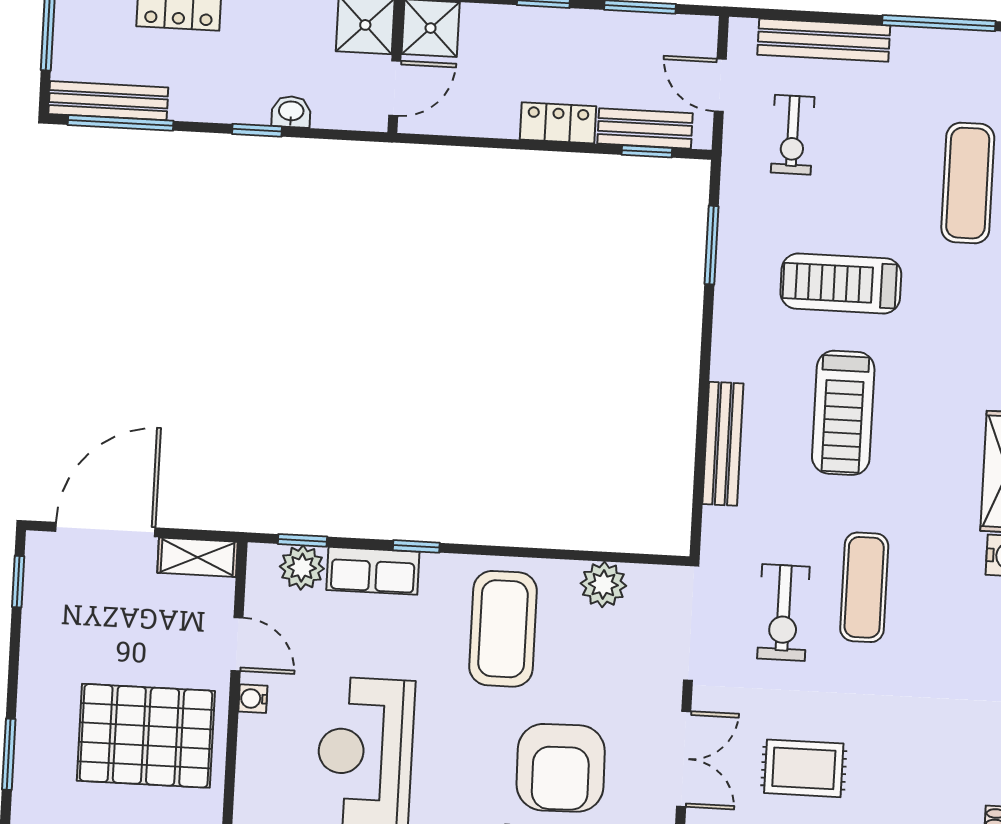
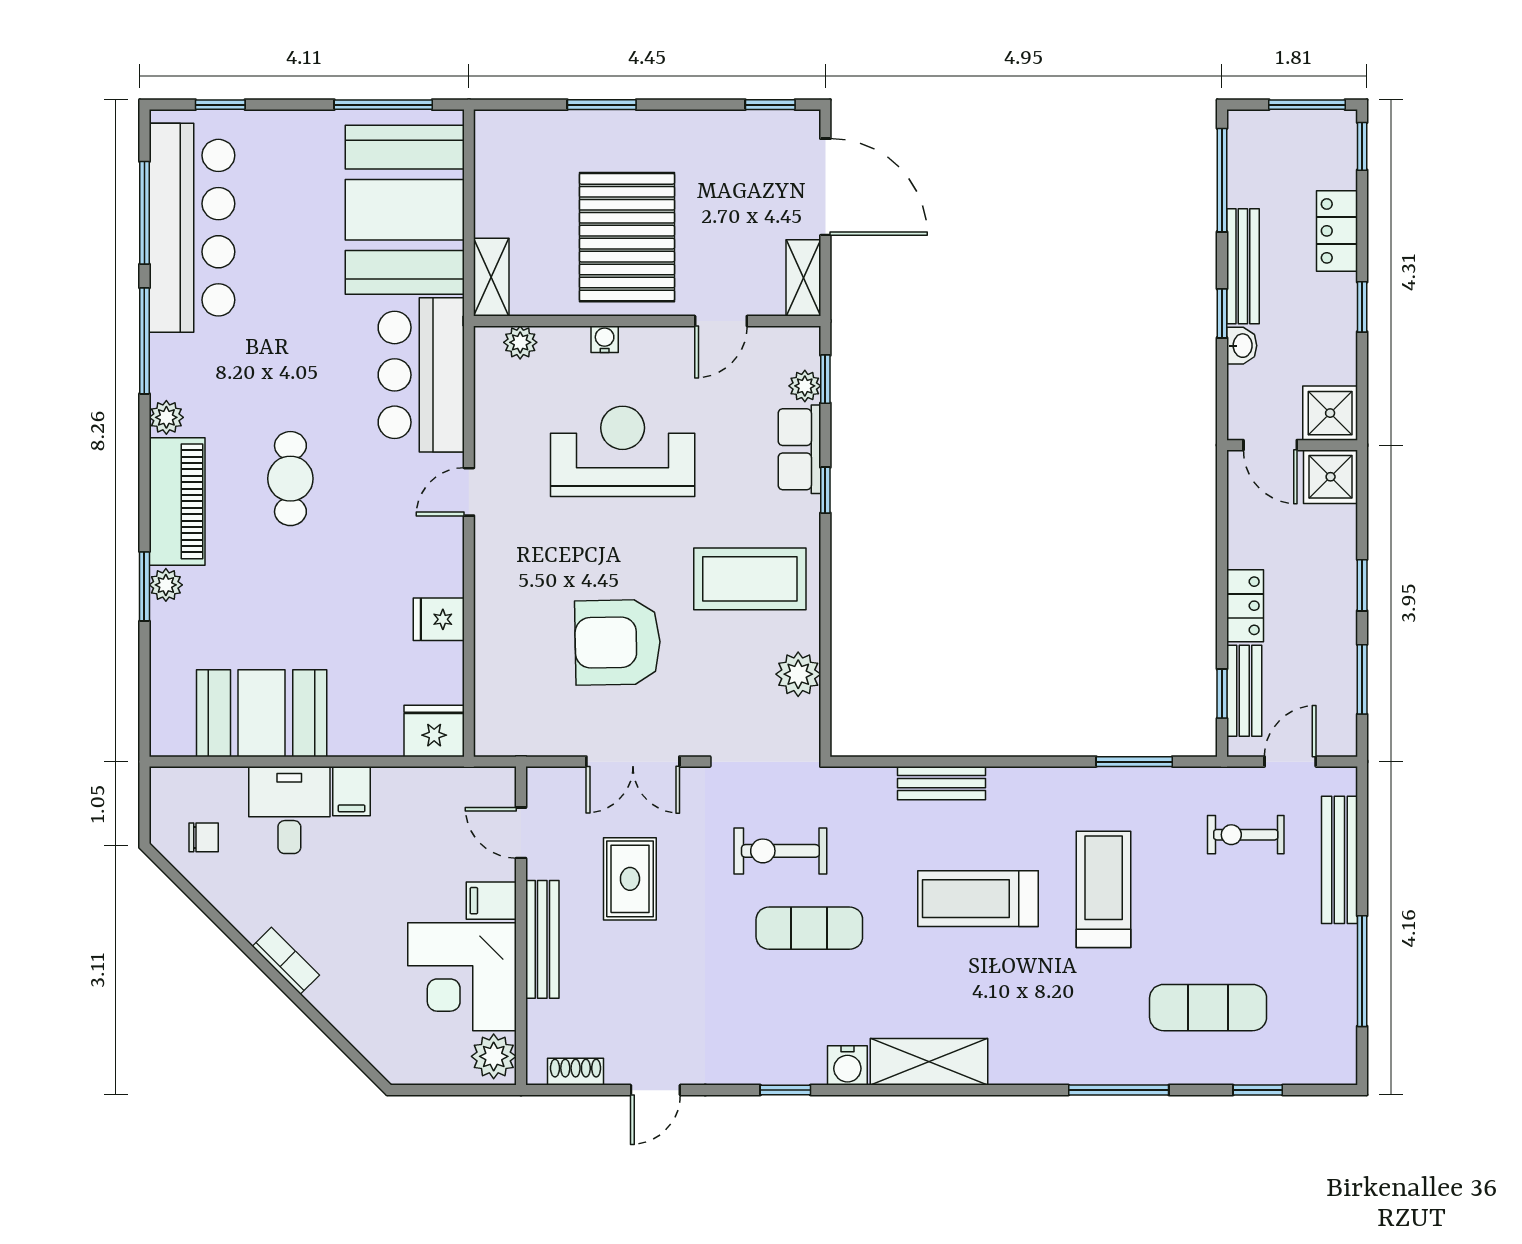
bench: (108, 101) -> (1243, 266), moved
bench: (723, 444) -> (941, 783), width x0.73
plant: (302, 568) -> (805, 386), width x0.73, depth x0.73
water cooler: (253, 699) -> (605, 339), moved

